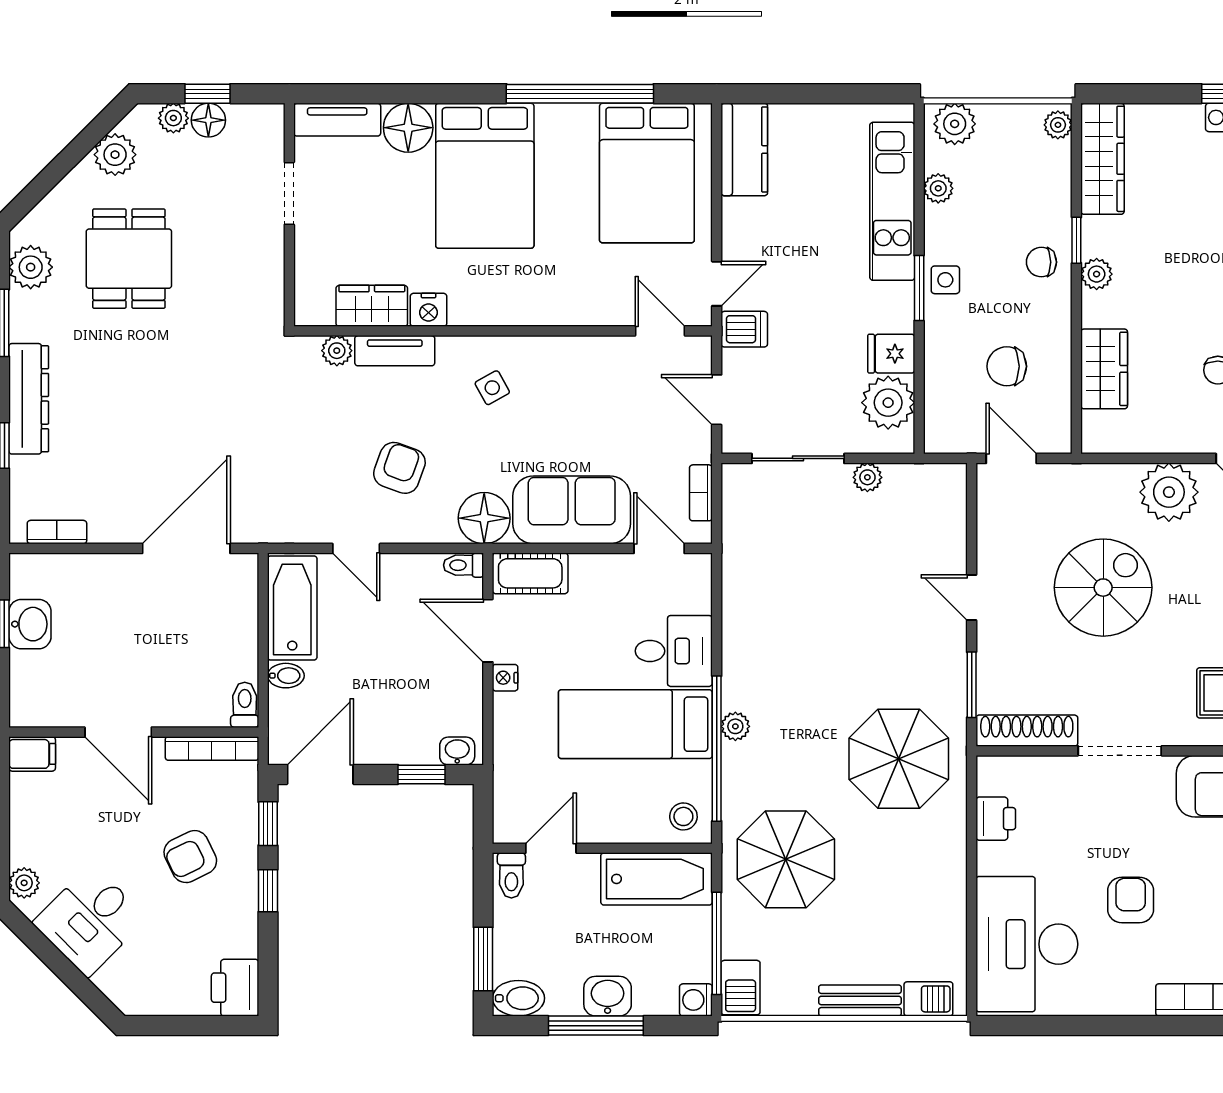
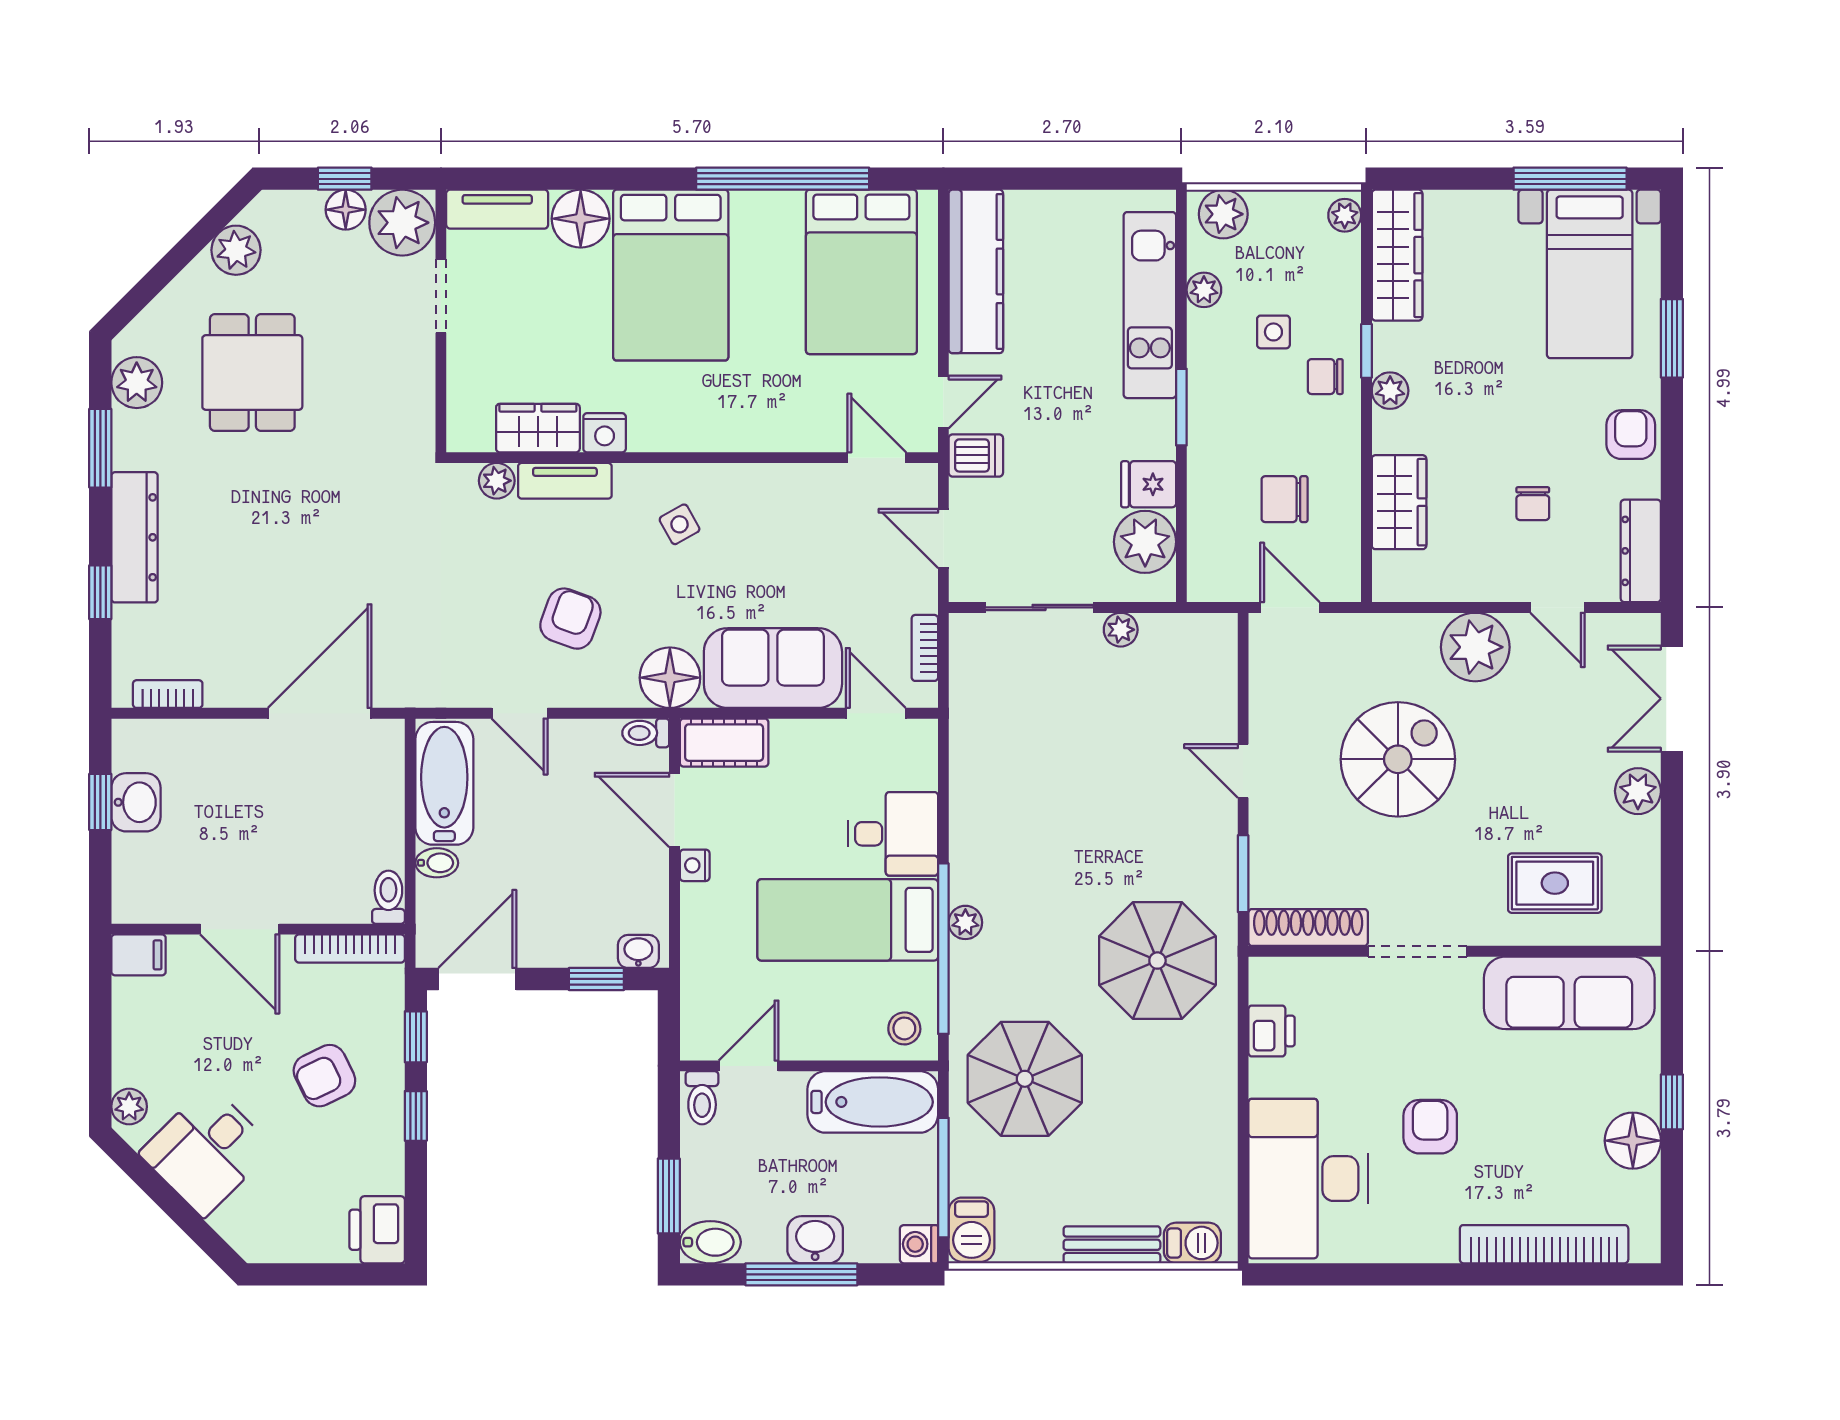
plant: (173, 118) -> (402, 223), moved, width x1.88, depth x1.88
kitchen counter: (744, 149) -> (976, 271), width x1.50
side table: (945, 280) -> (1273, 332), moved

